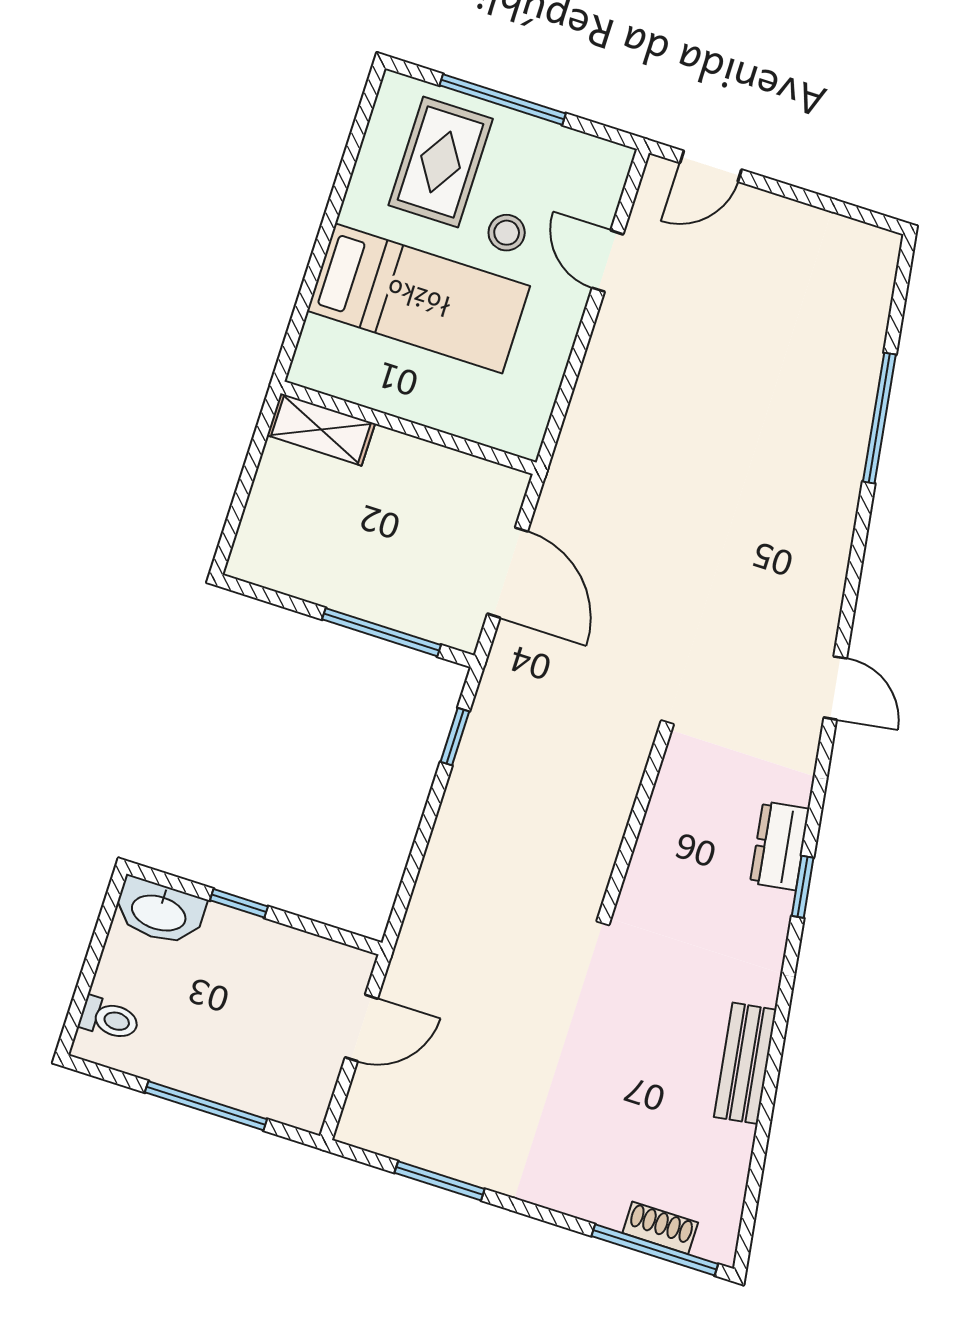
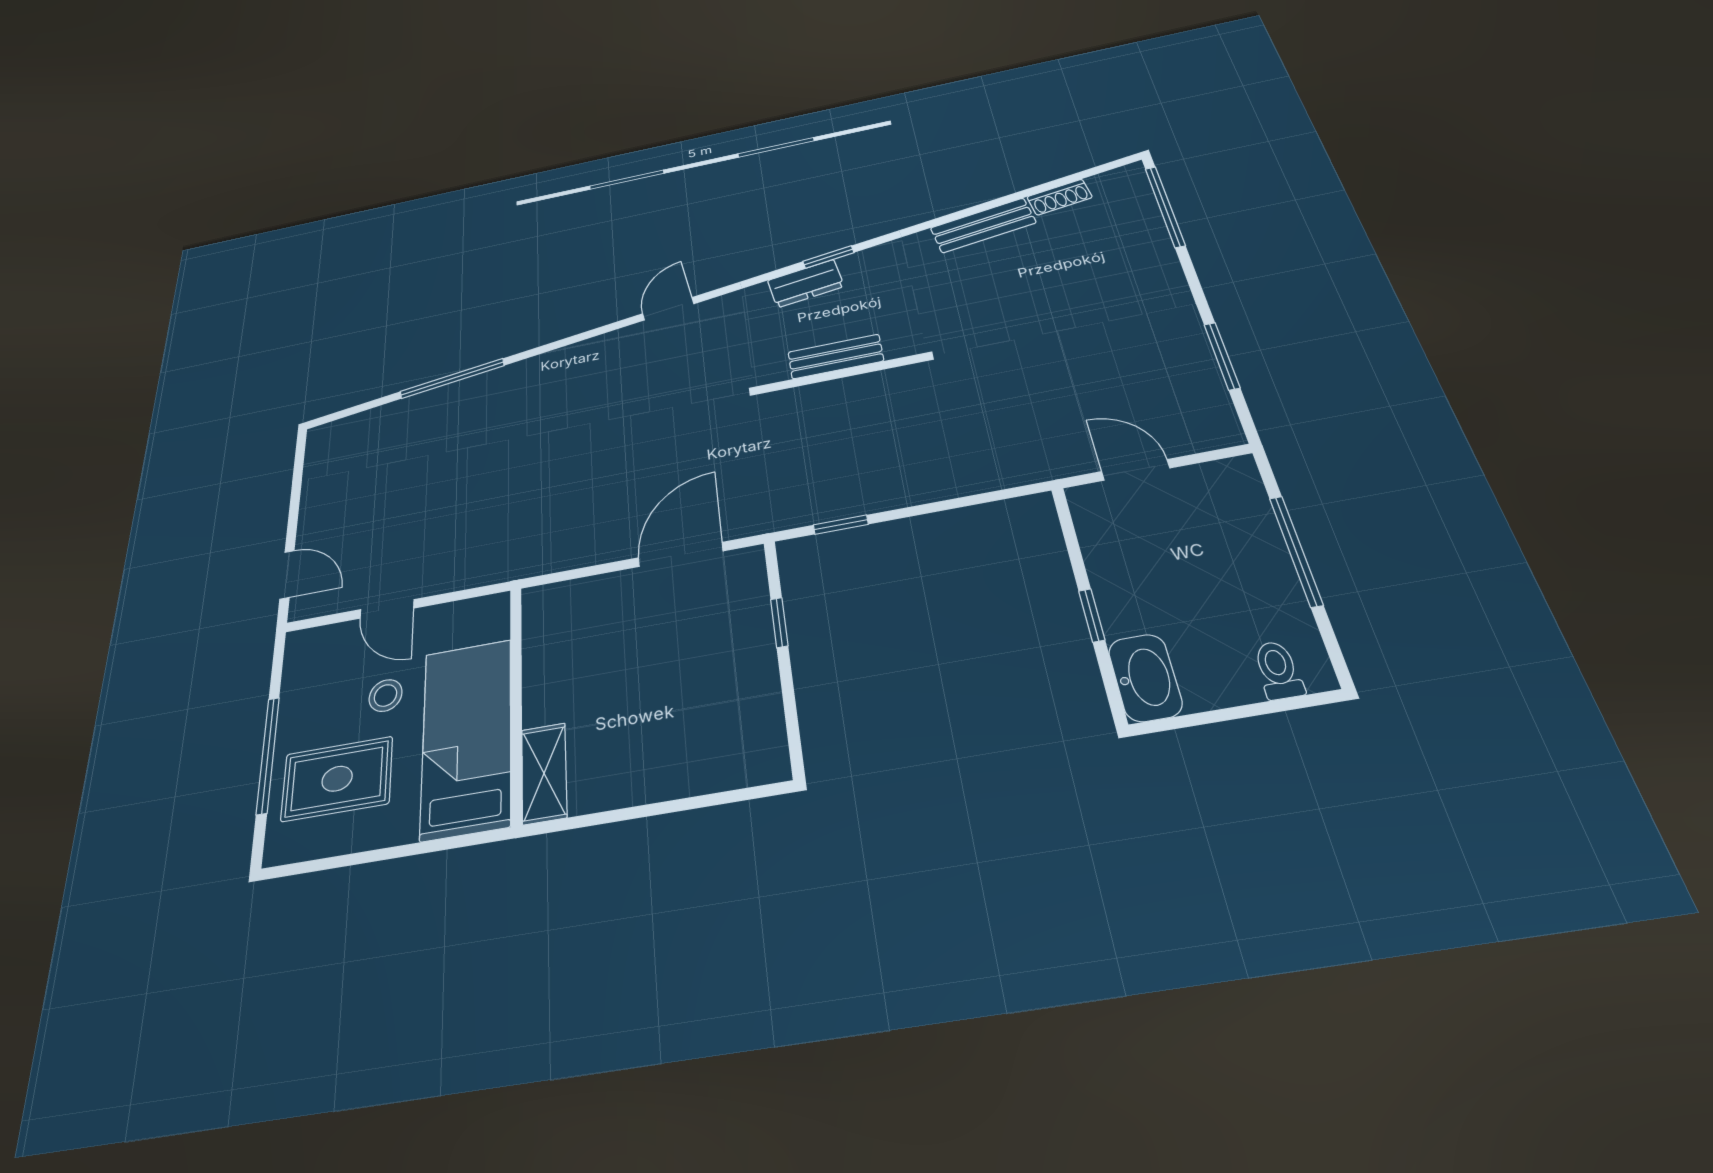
door: (608, 261) -> (387, 609), hinge flipped
wall: (409, 428) -> (516, 702), moved
shelving: (321, 429) -> (544, 773), moved
window: (381, 632) -> (779, 622), width x0.46
bench: (661, 829) -> (836, 357), added
shoe rack: (660, 1228) -> (1059, 197), moved, turned -99

